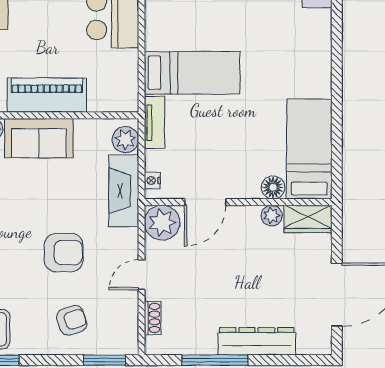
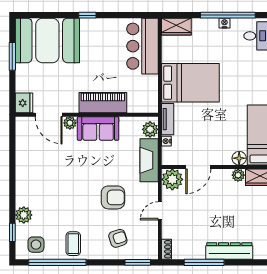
bed: (192, 73) -> (190, 83), width x1.50
nightstand: (152, 180) -> (166, 141), moved
shoe rack: (153, 318) -> (167, 249), moved

